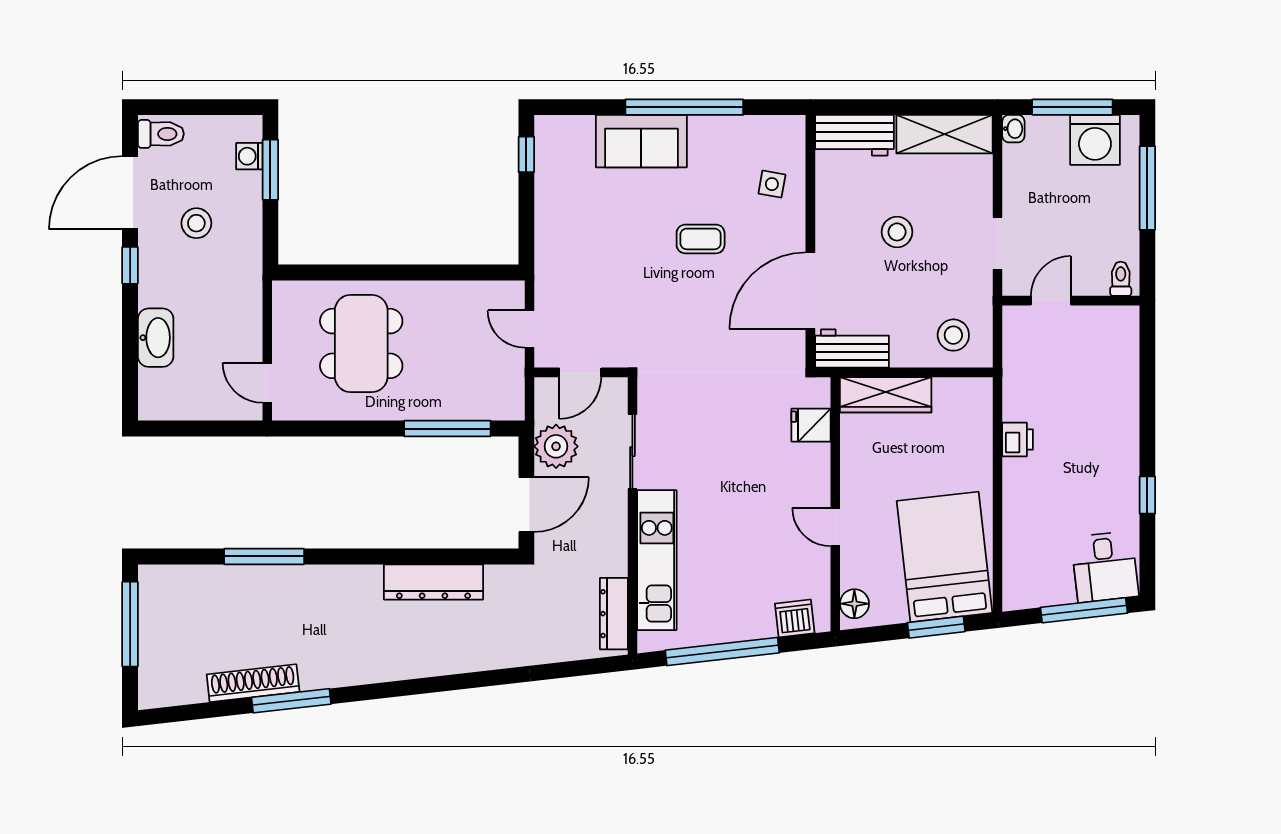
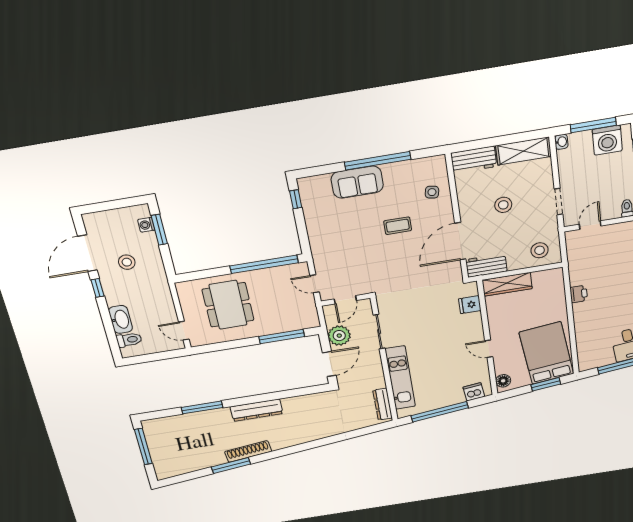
toilet: (161, 134) -> (129, 340), moved
window: (444, 272) -> (264, 264), added
dresser: (433, 582) -> (256, 410), moved
shoe rack: (253, 683) -> (248, 452), moved

